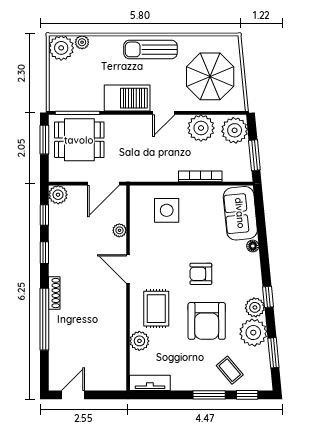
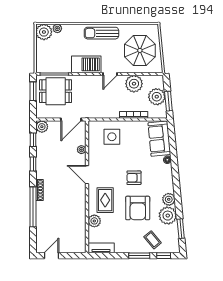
plant: (235, 130) -> (157, 97), moved
window: (268, 297) -> (177, 193), removed

